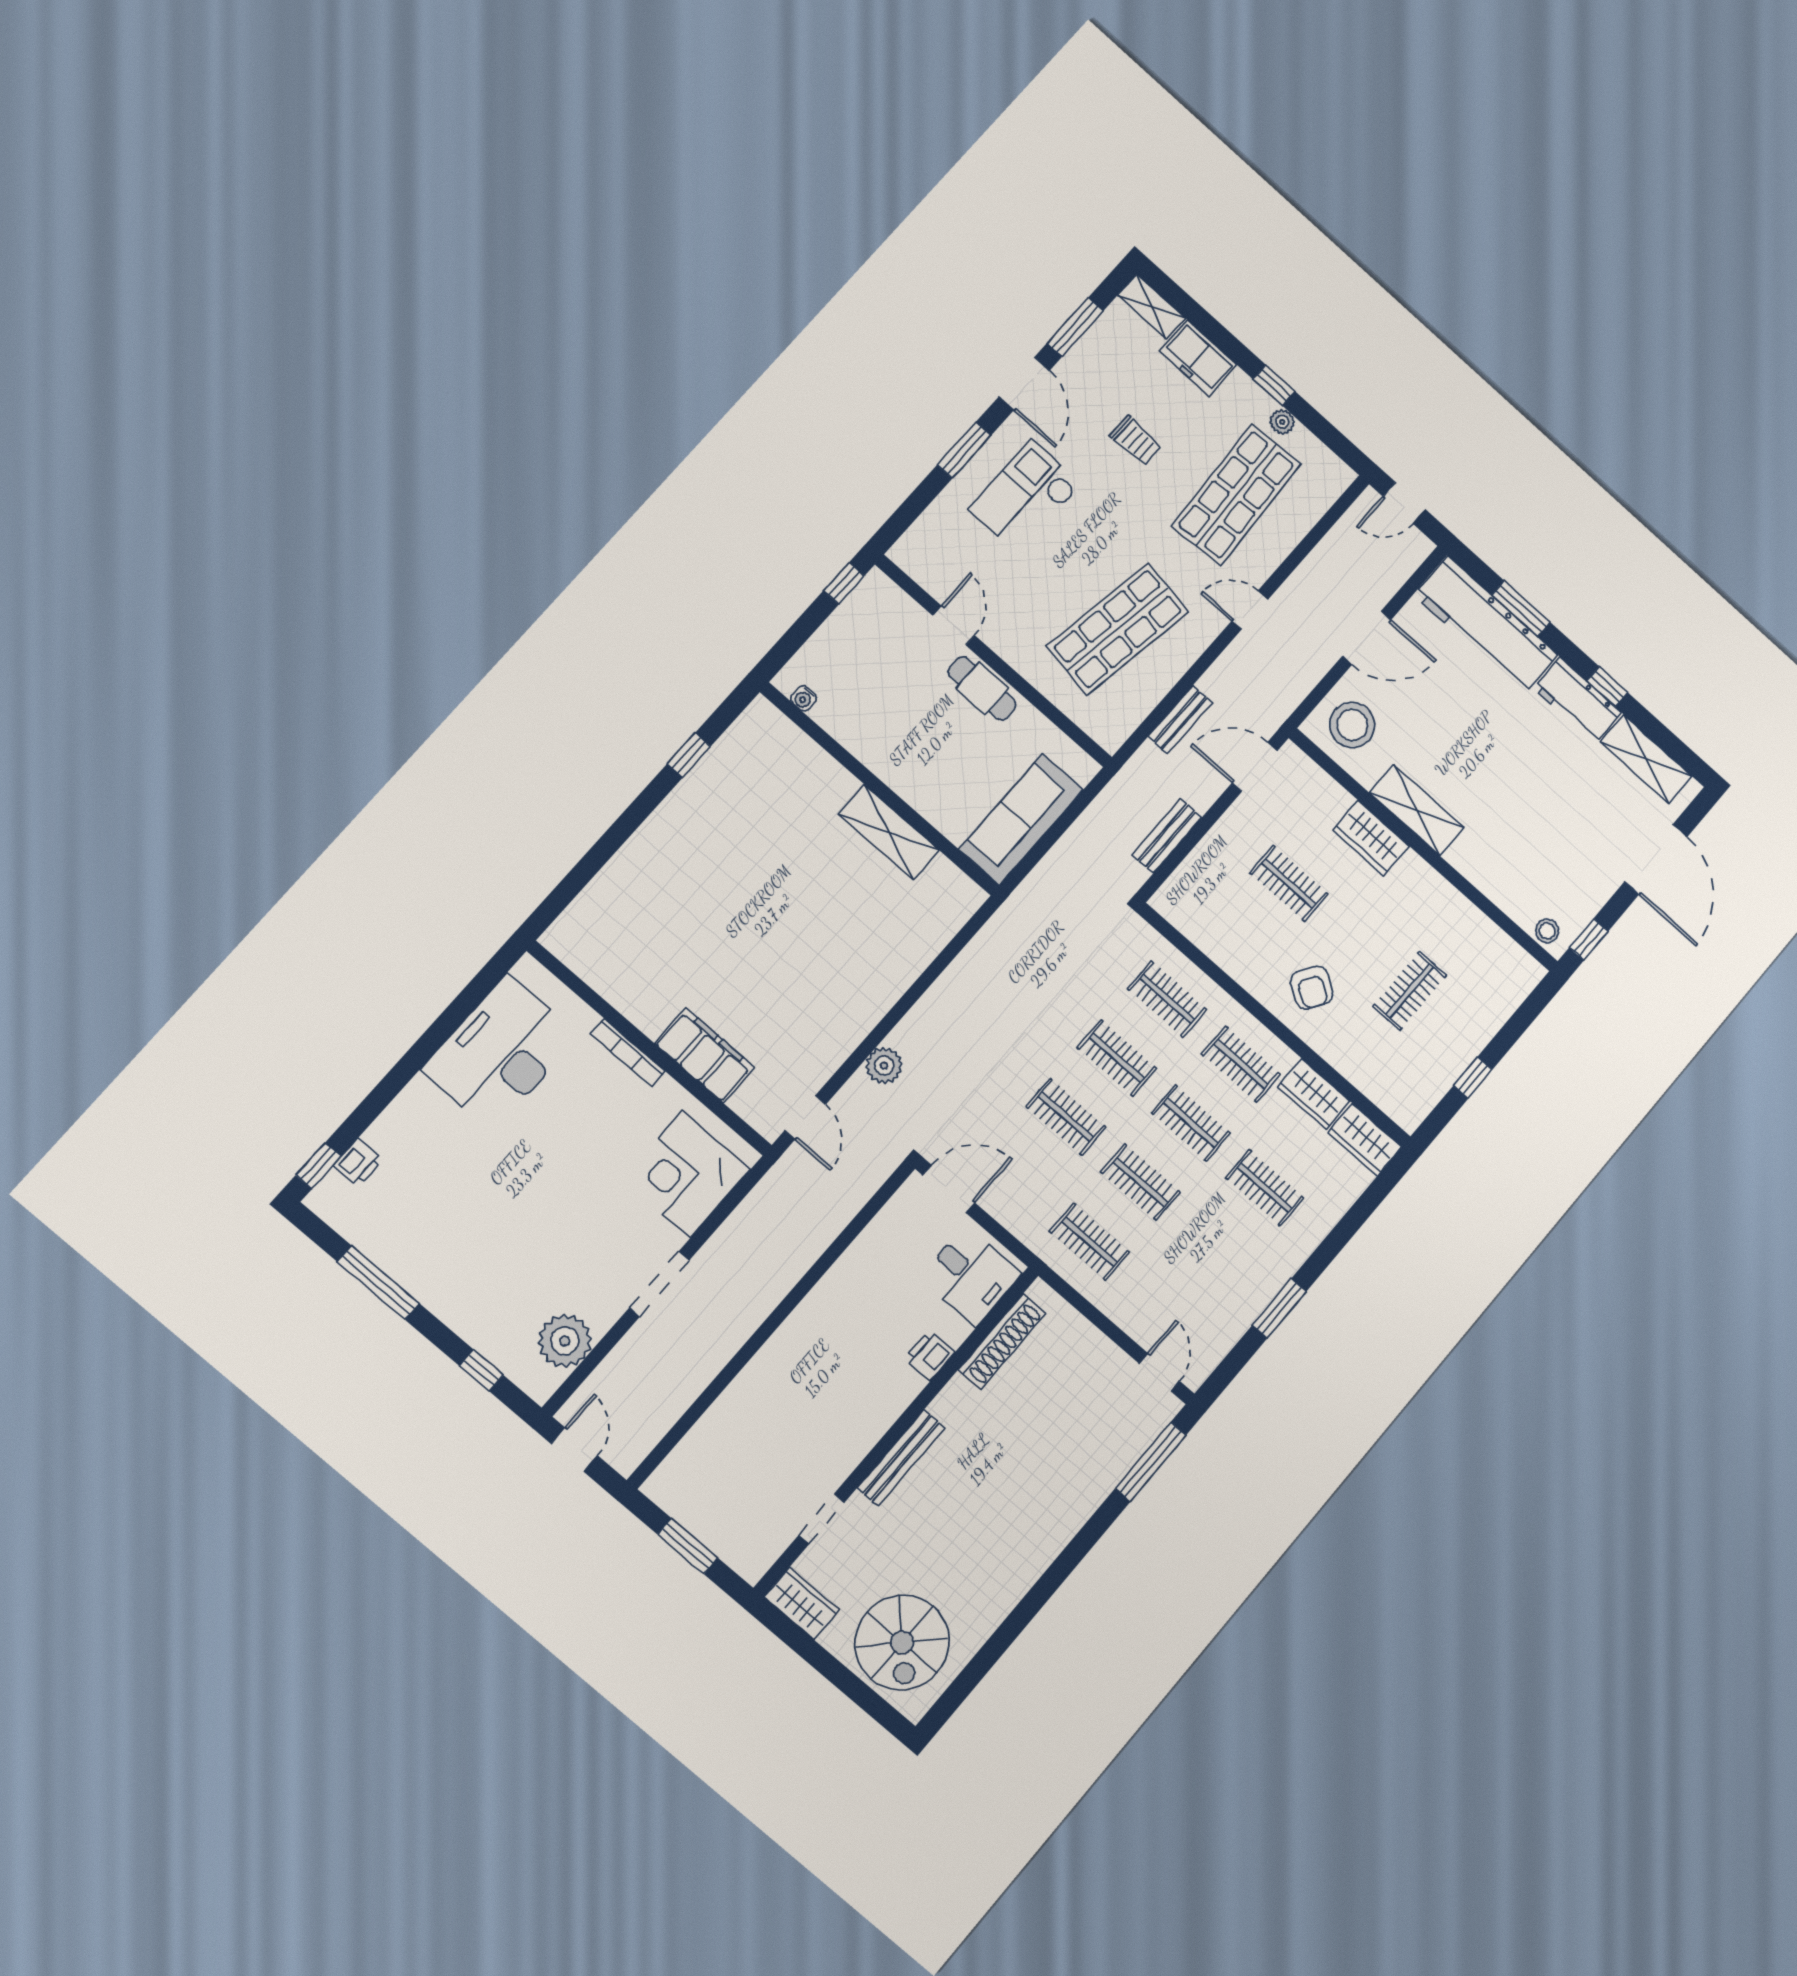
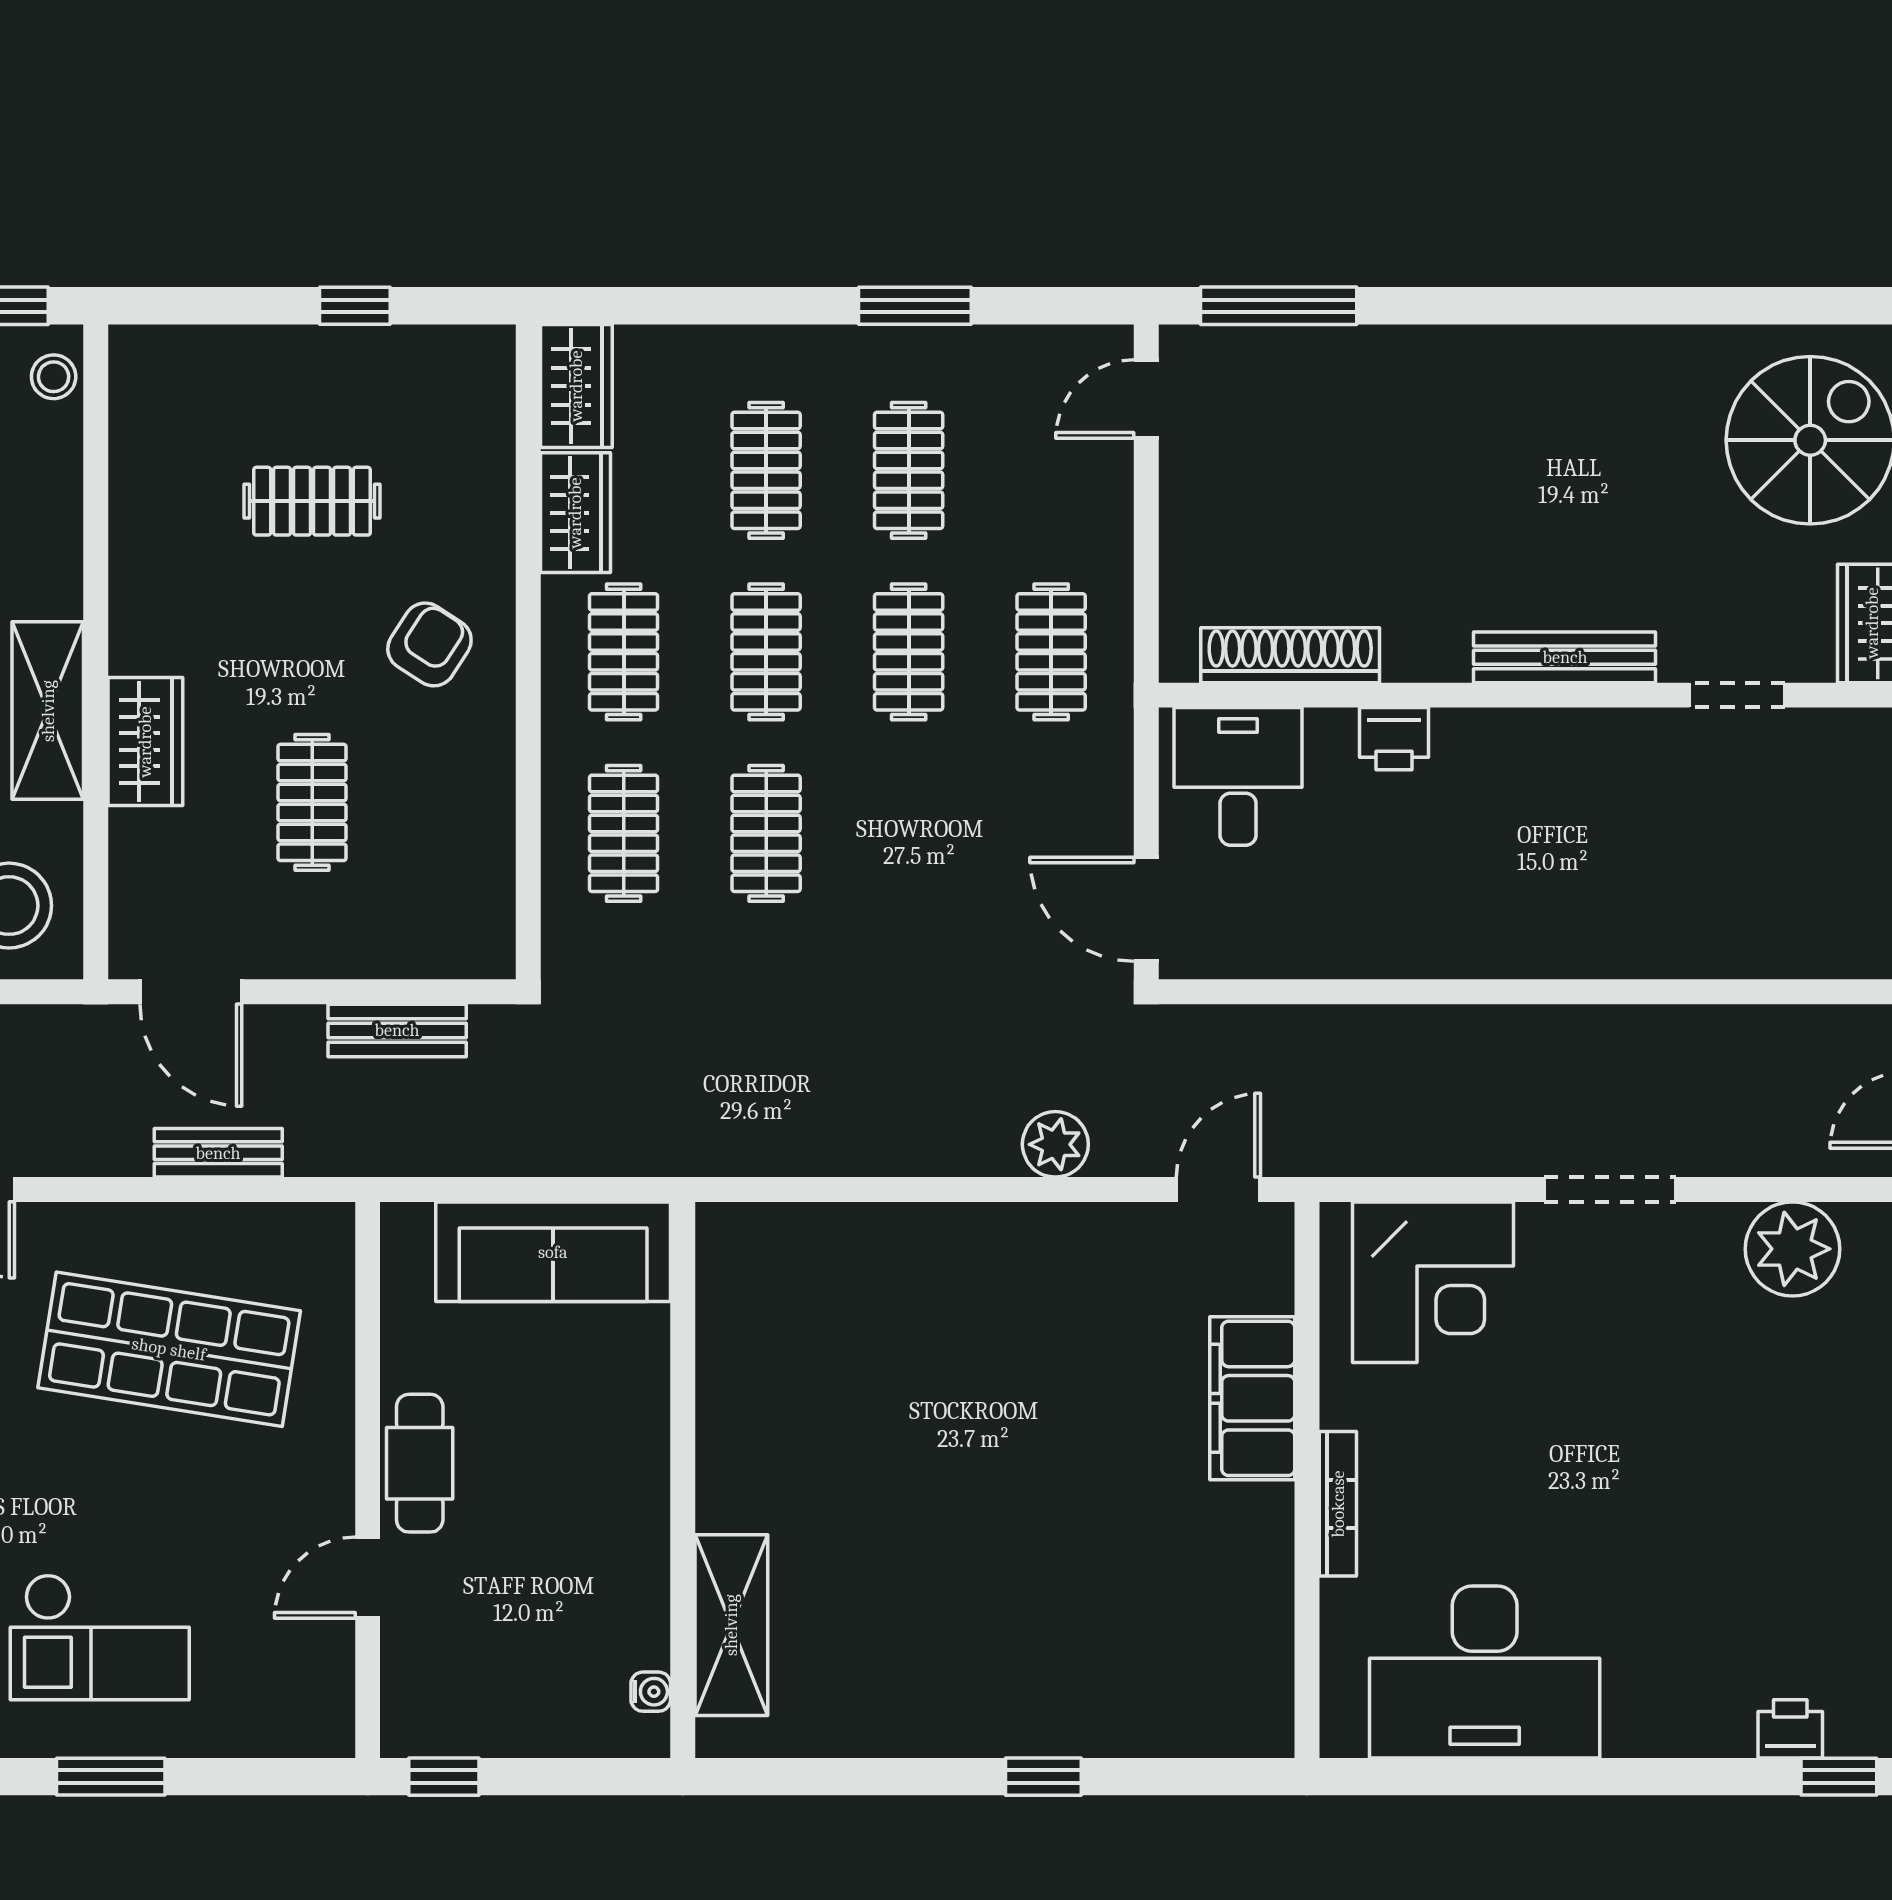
window: (689, 755) -> (1043, 1777), moved
shelving: (889, 832) -> (731, 1625), moved
clothes rail: (1066, 1117) -> (909, 470), moved

